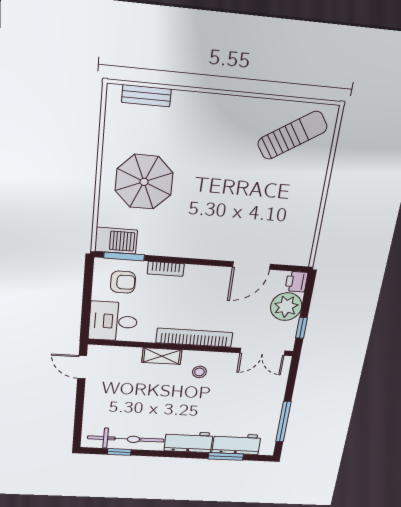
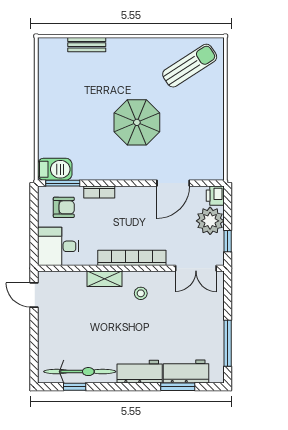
bench: (146, 96) -> (87, 45), moved
parasol: (144, 182) -> (137, 122), moved

